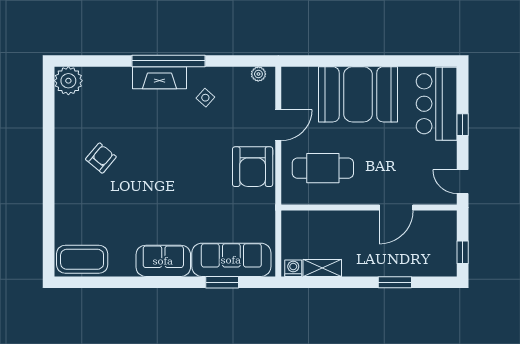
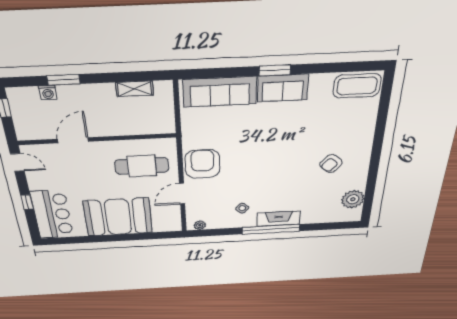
plant: (68, 81) -> (353, 199), moved
washing machine: (293, 268) -> (48, 93), moved
window: (222, 282) -> (275, 70), moved

